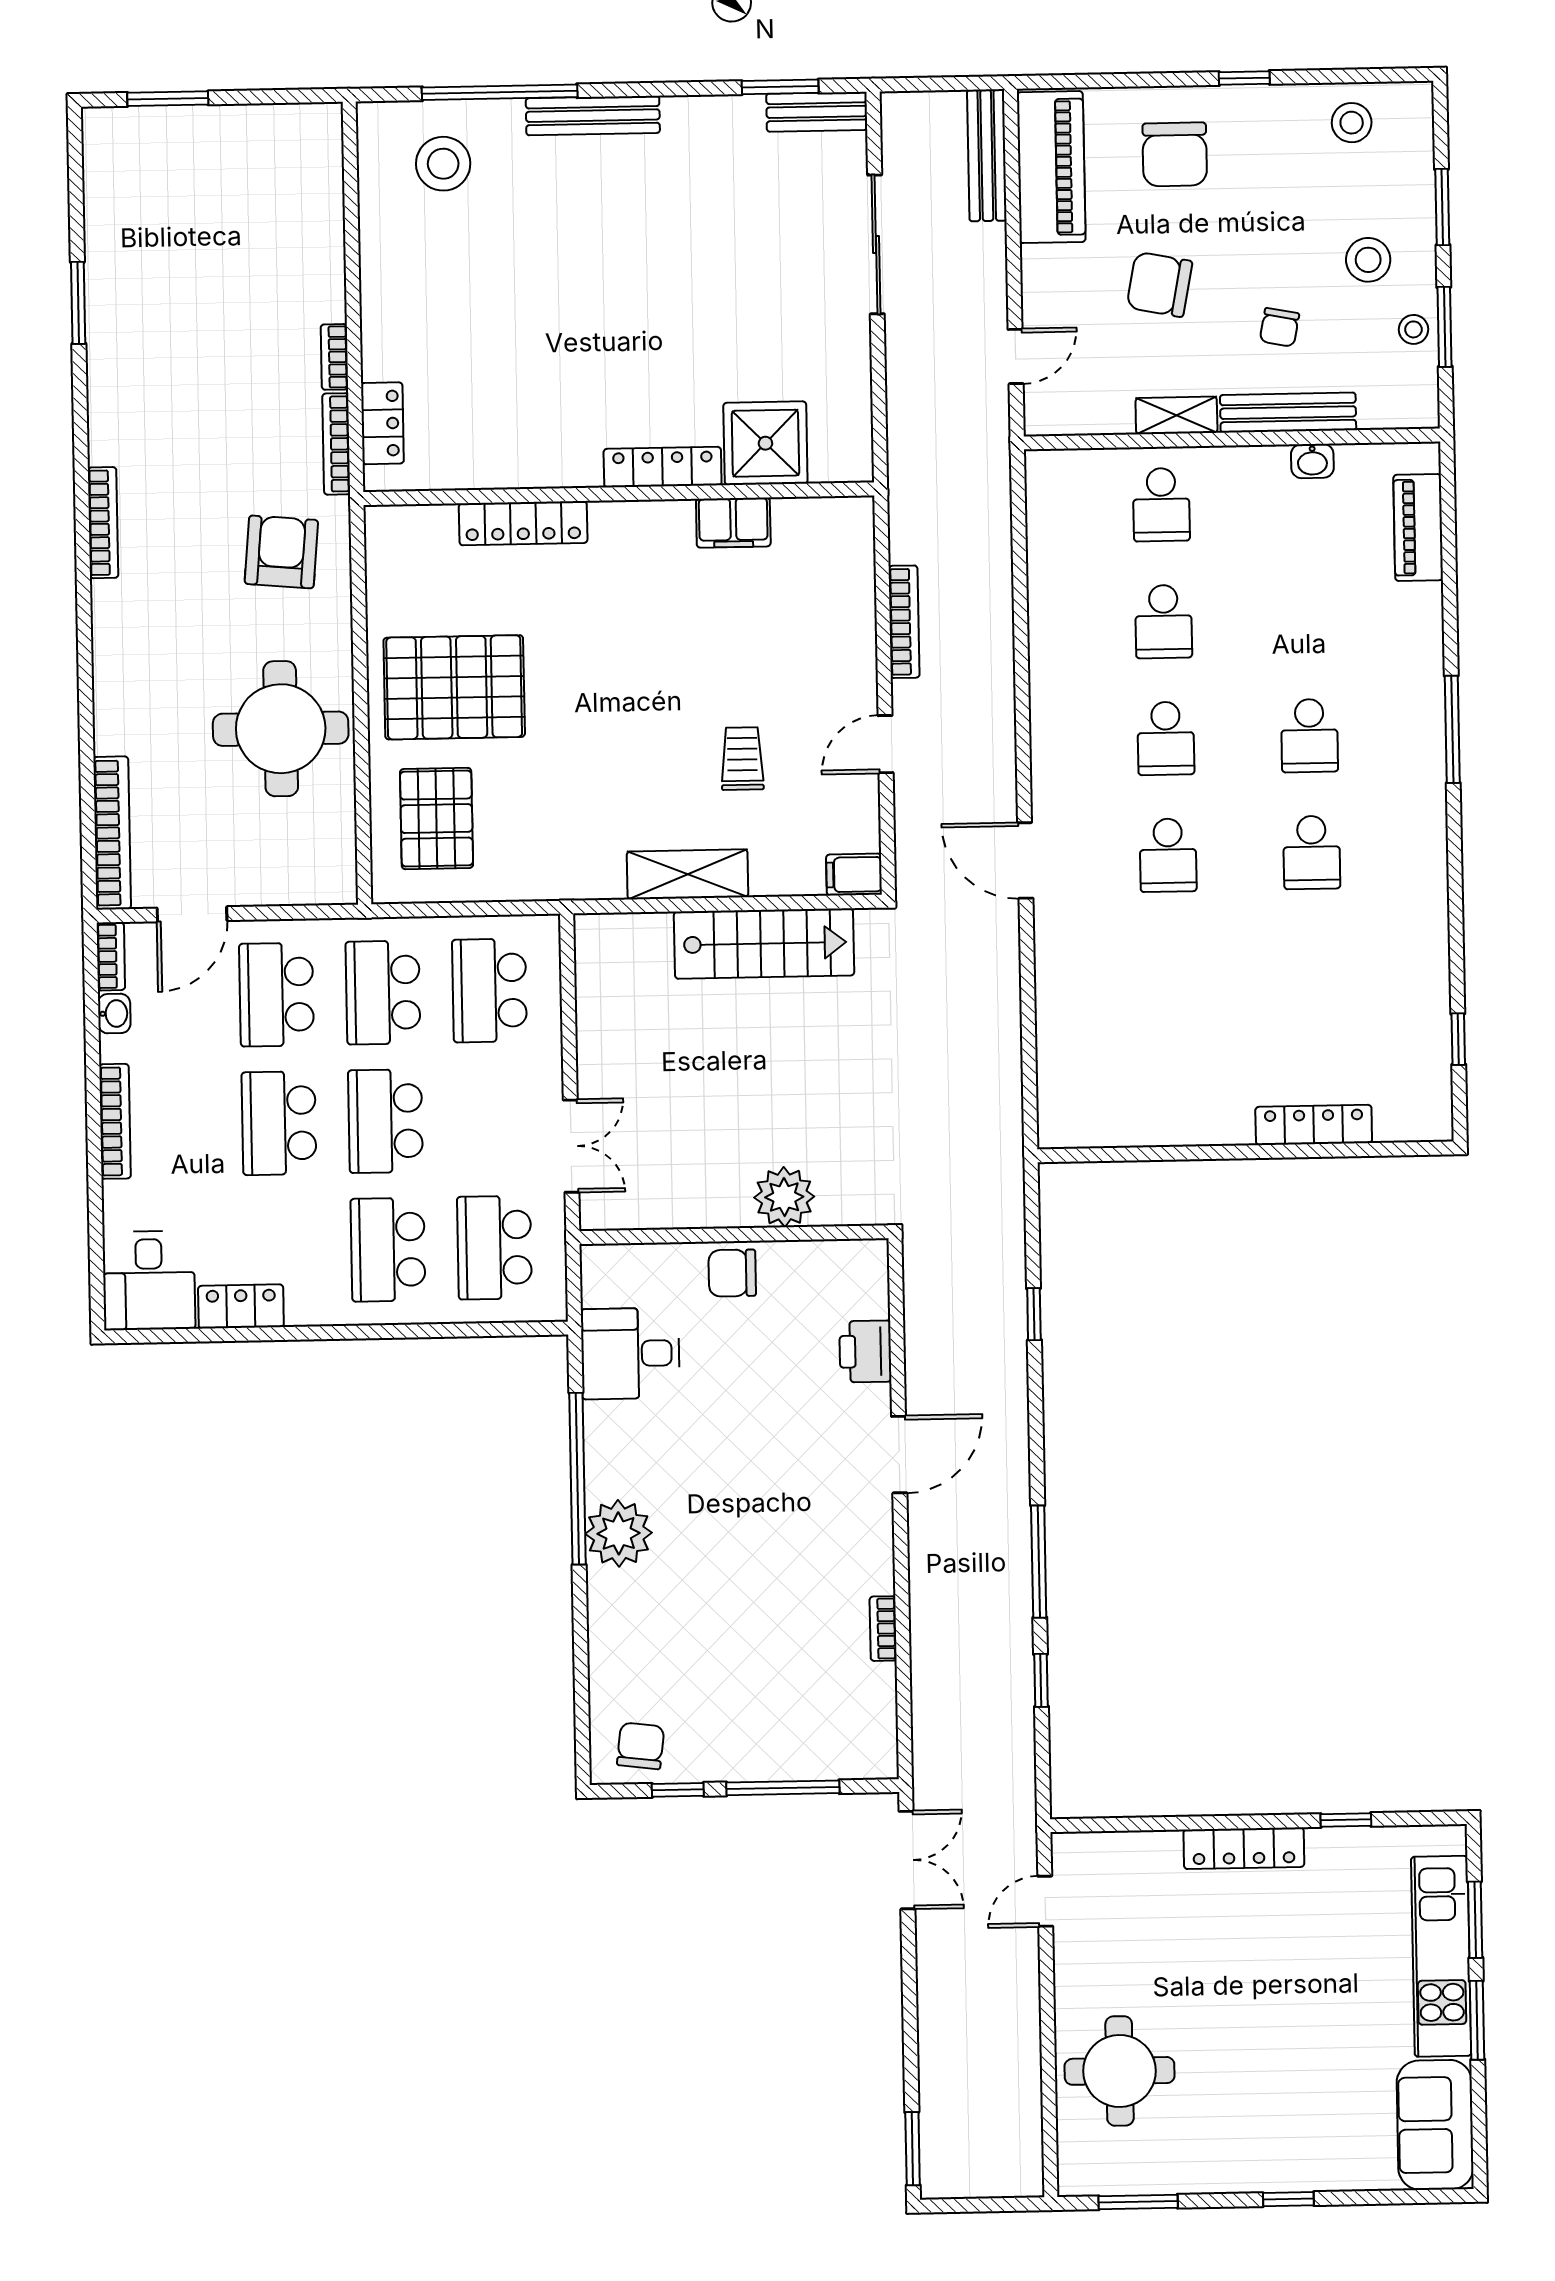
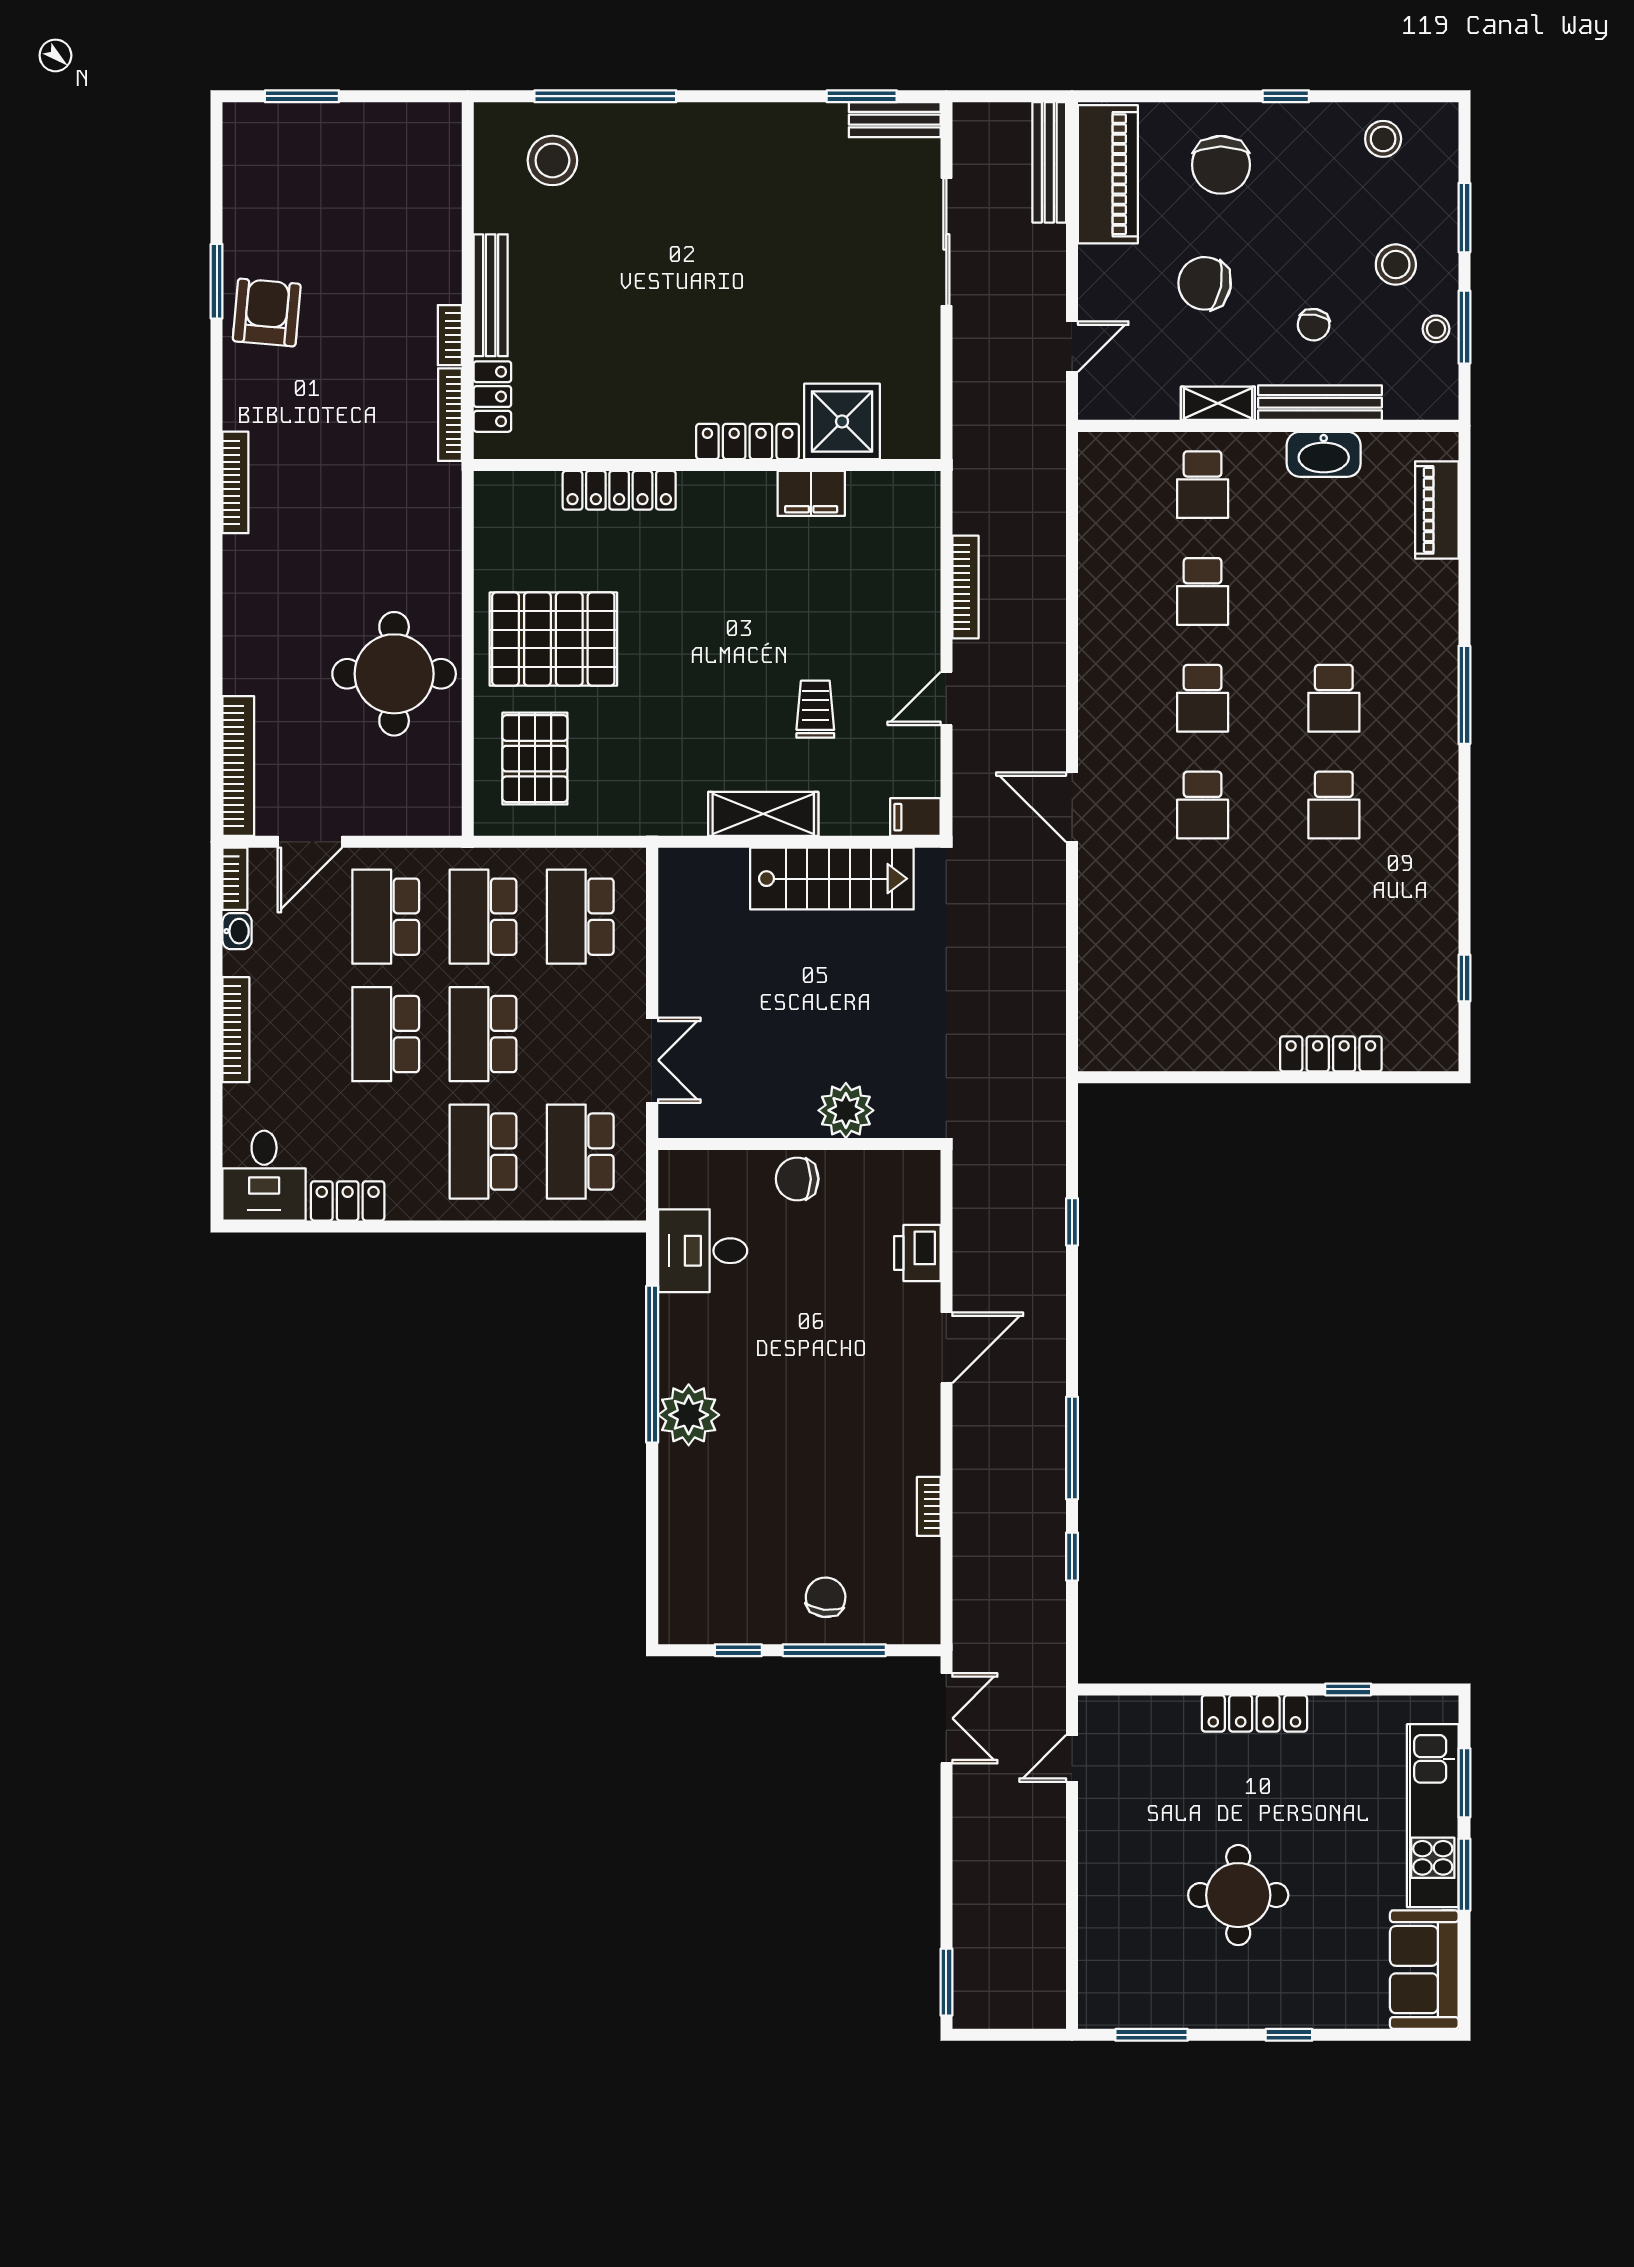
bench: (593, 116) -> (491, 295), moved, turned 90
washbasin: (1312, 461) -> (1324, 454), width x1.91, depth x1.45
armchair: (281, 552) -> (267, 312), moved
chair: (641, 1746) -> (826, 1597), moved
round table: (1120, 2071) -> (1238, 1895), moved

